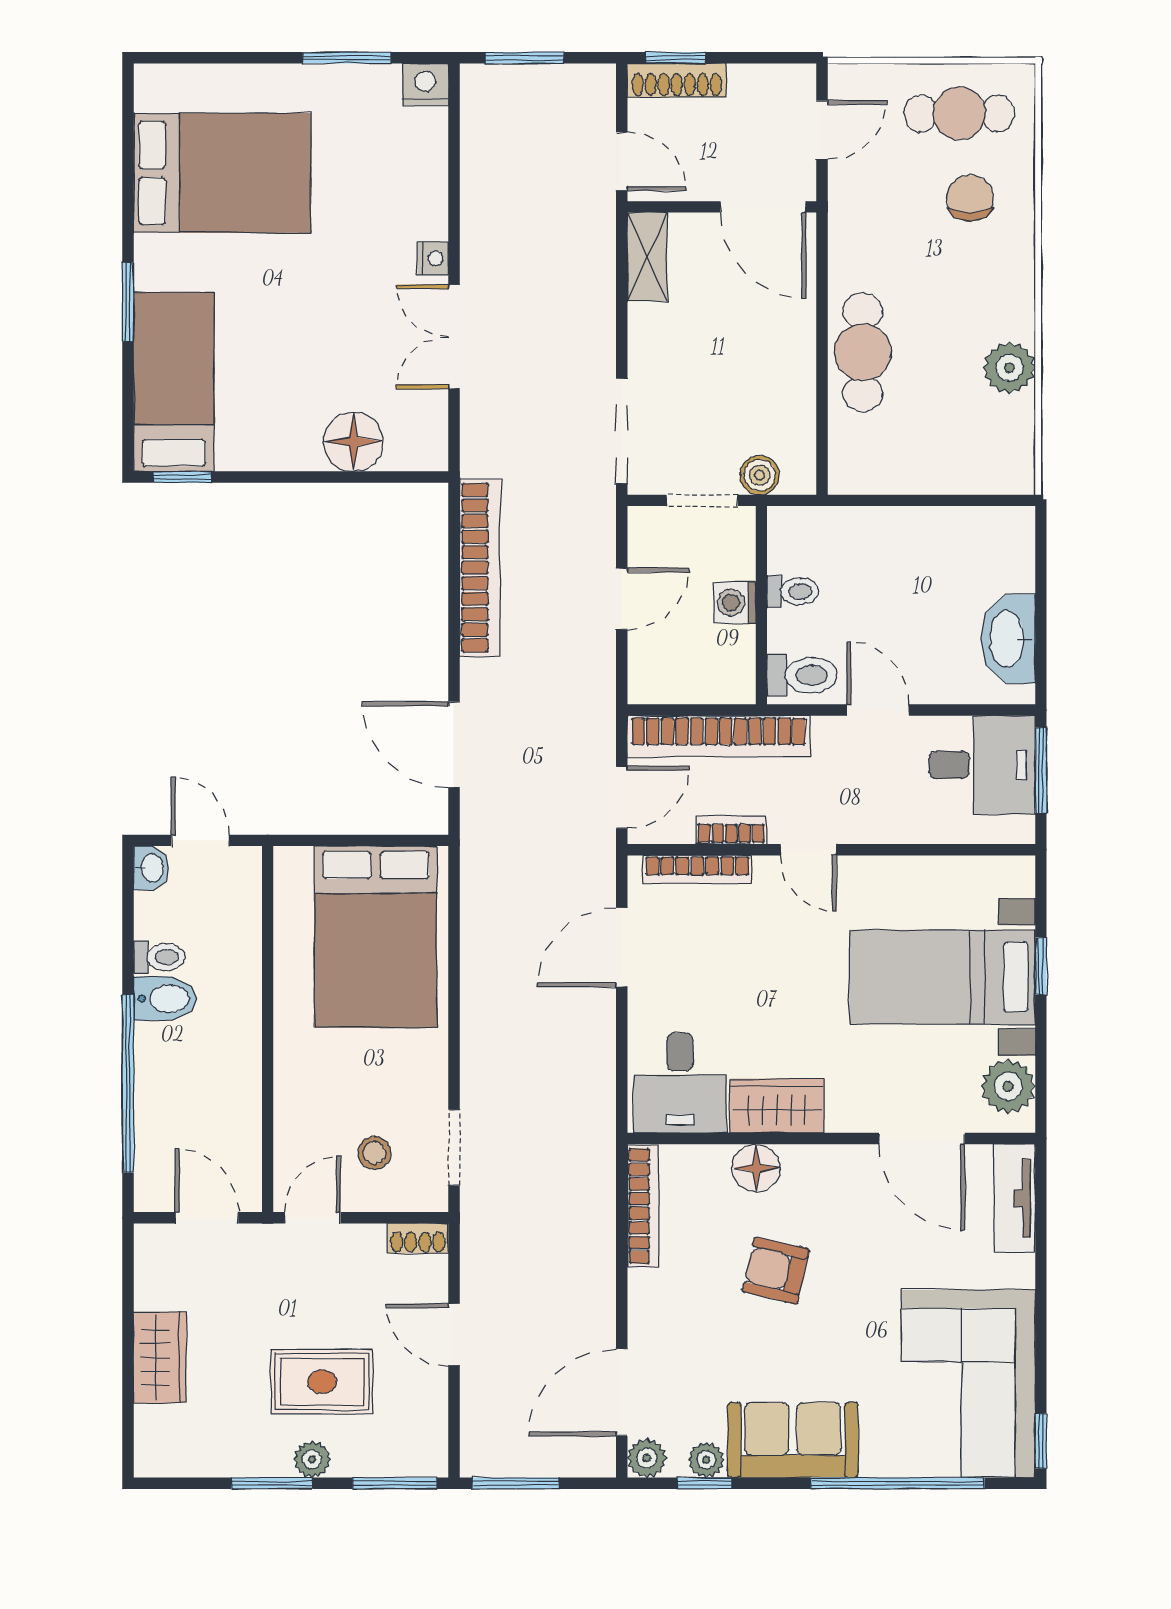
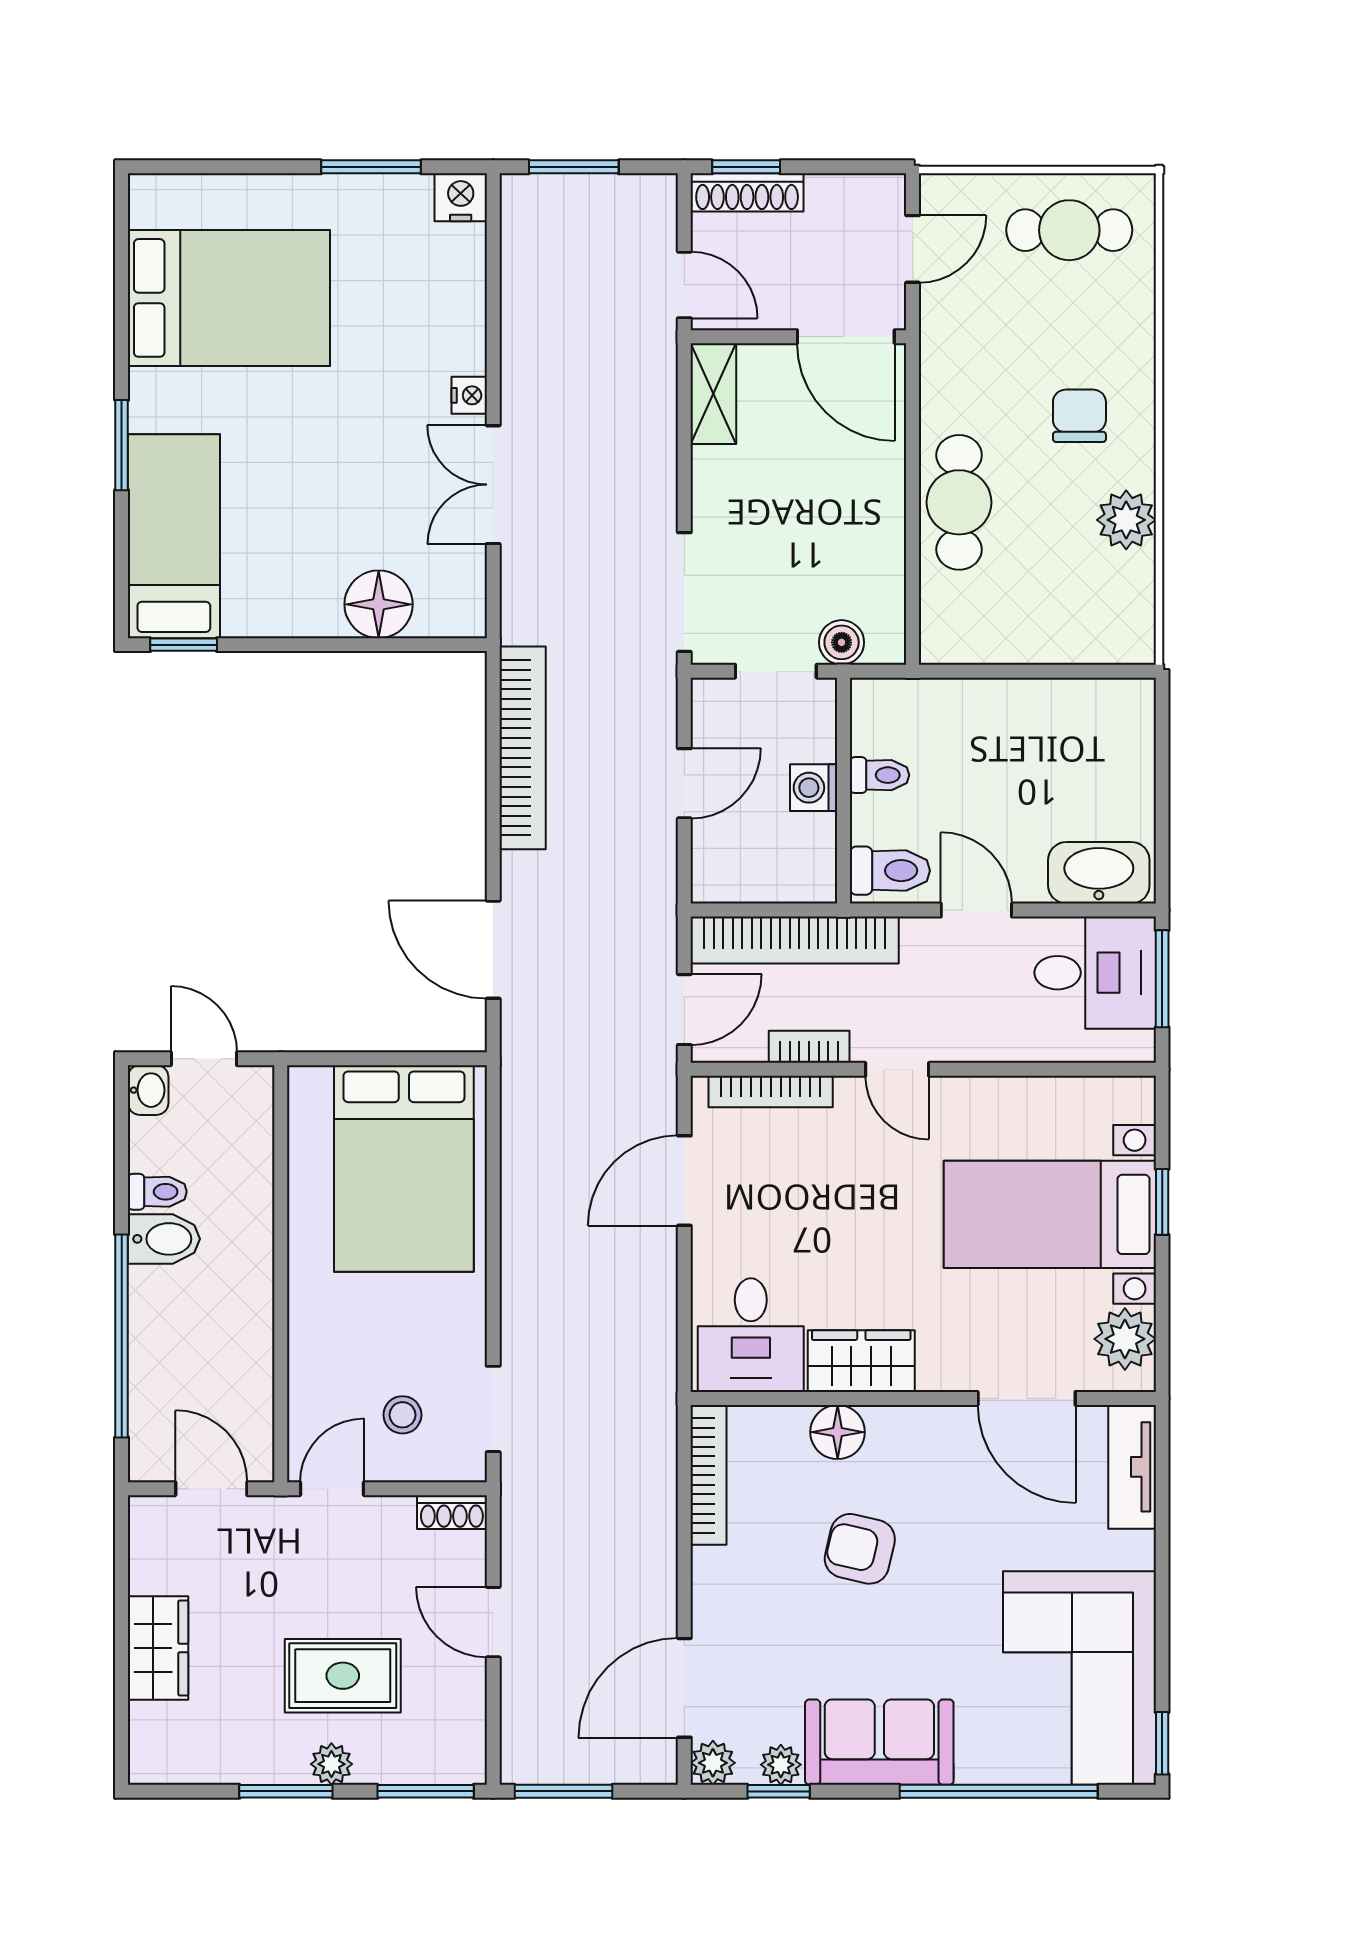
chair: (970, 198) -> (1079, 416), moved
washbasin: (1008, 639) -> (1099, 873), moved, turned 90

